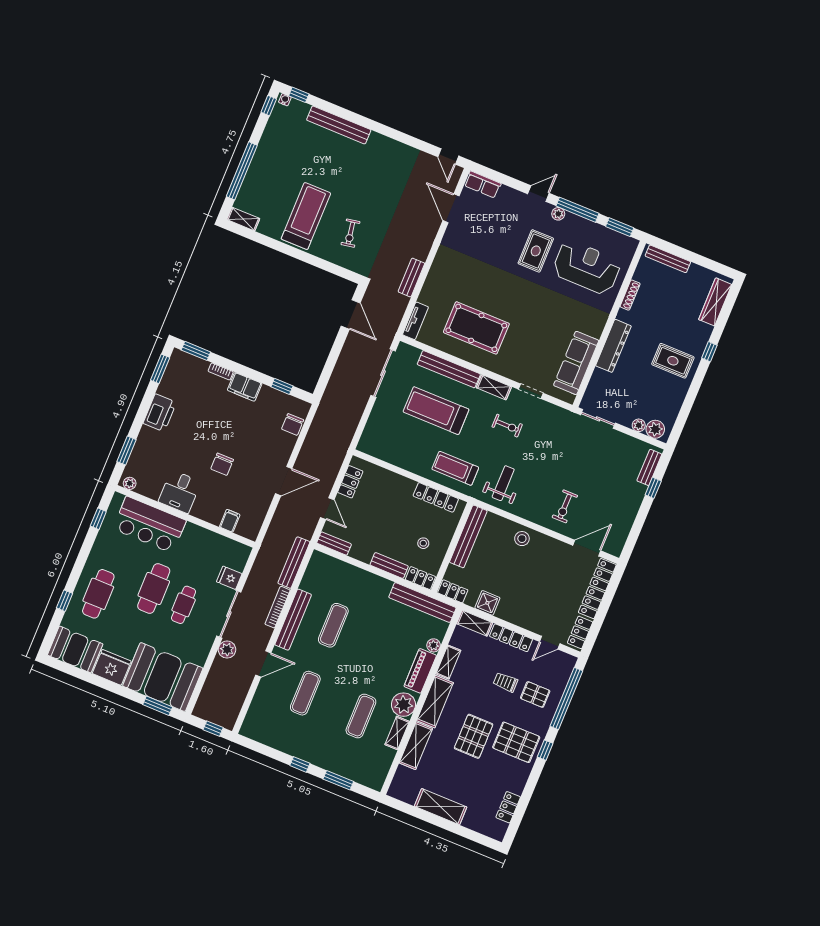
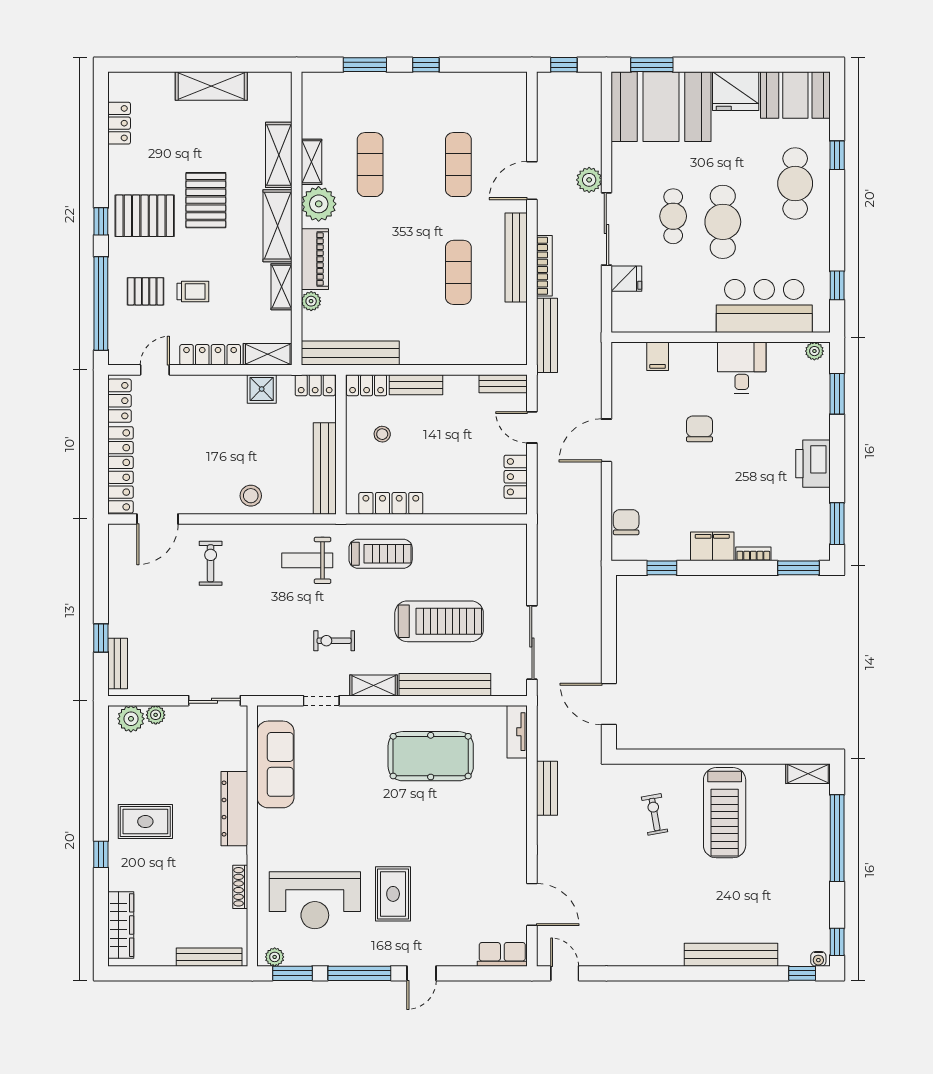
plant: (558, 214) -> (275, 957), moved
weight bench: (503, 483) -> (307, 560), turned 90

